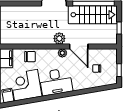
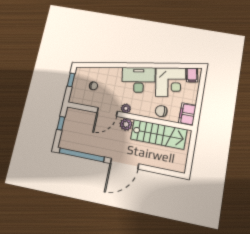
stairs: (93, 15) -> (159, 134), moved, turned 180
door: (79, 46) -> (107, 112), swing flipped

